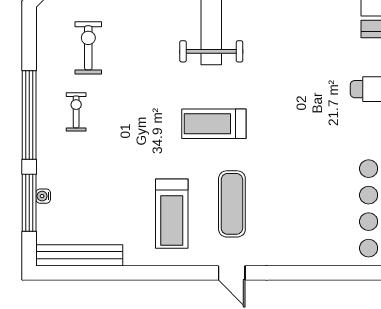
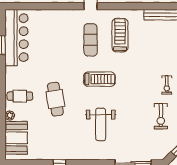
cafe table: (304, 83) -> (55, 99), added

